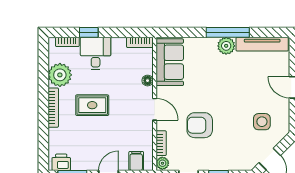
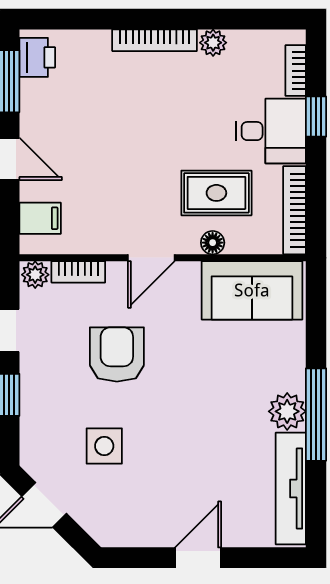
bookcase: (140, 42) -> (295, 210), width x1.56
plant: (60, 75) -> (213, 43), width x0.53, depth x0.53
rug: (92, 105) -> (216, 193), moved, turned 90
side table: (262, 122) -> (104, 446), moved

